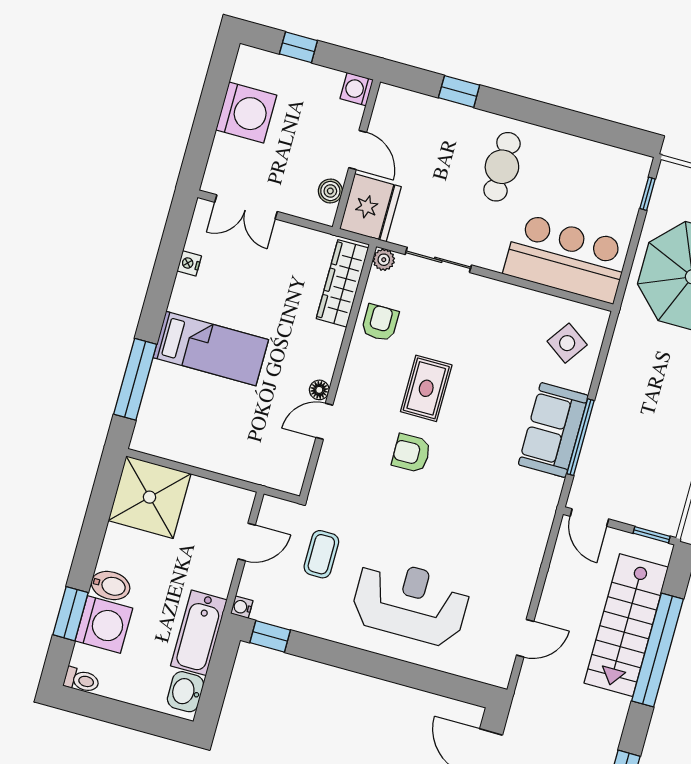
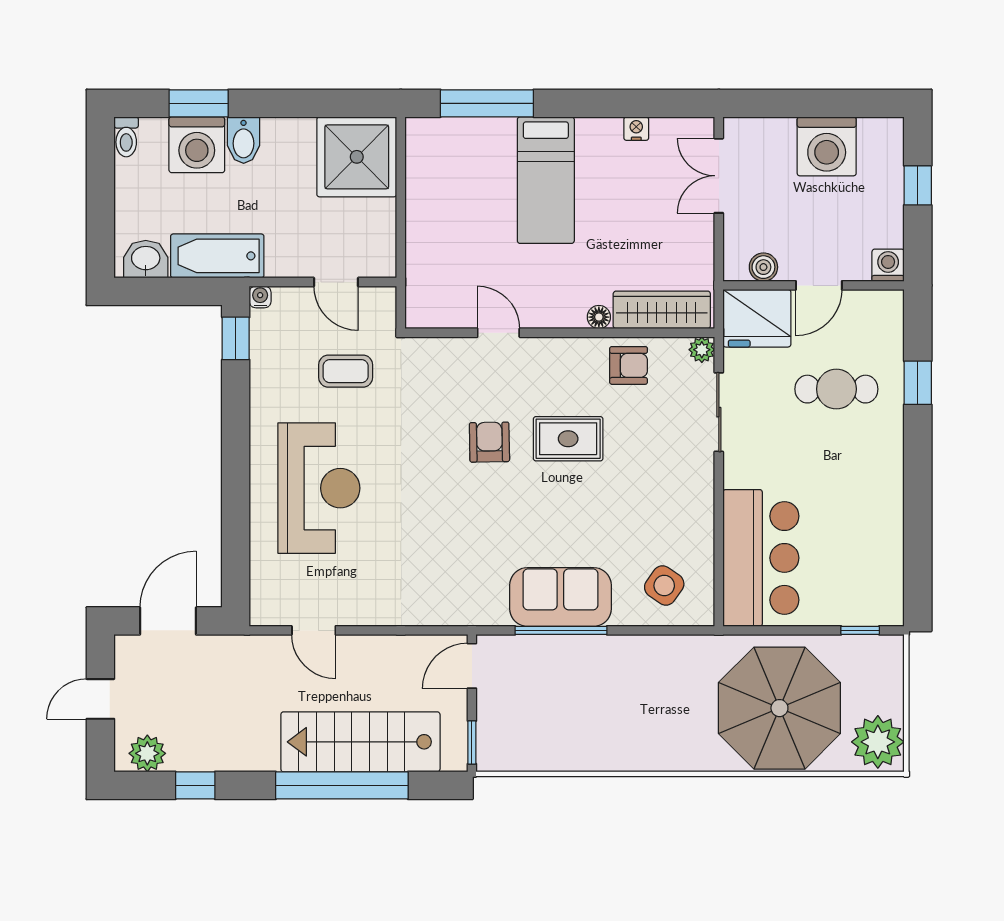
cafe table: (502, 167) -> (836, 389), moved
floor lamp: (319, 390) -> (599, 317), moved

